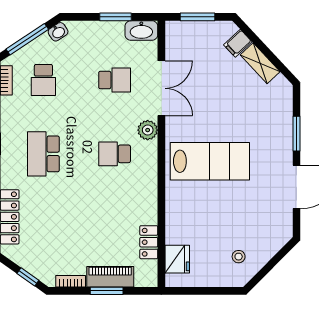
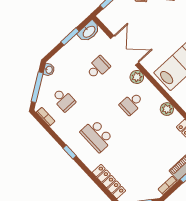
plant: (148, 196) -> (167, 109), added

